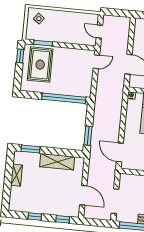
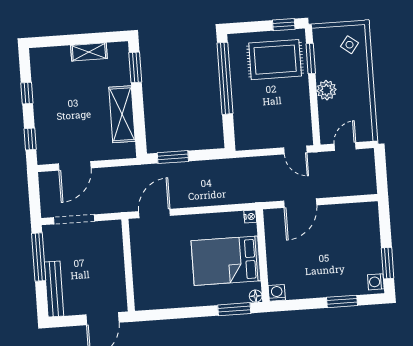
plant: (64, 37) -> (326, 90), added
window: (64, 98) -> (225, 78), moved

